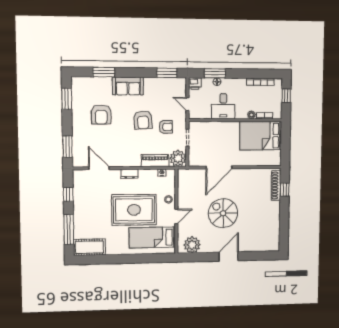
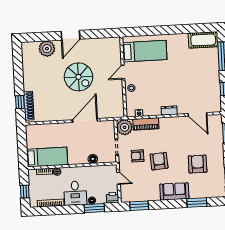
desk: (223, 106) -> (75, 193), moved, turned 180
floor lamp: (213, 126) -> (93, 159), added
bed: (261, 136) -> (47, 157), width x0.67
rug: (134, 210) -> (163, 77), removed
plant: (192, 245) -> (47, 49), moved

